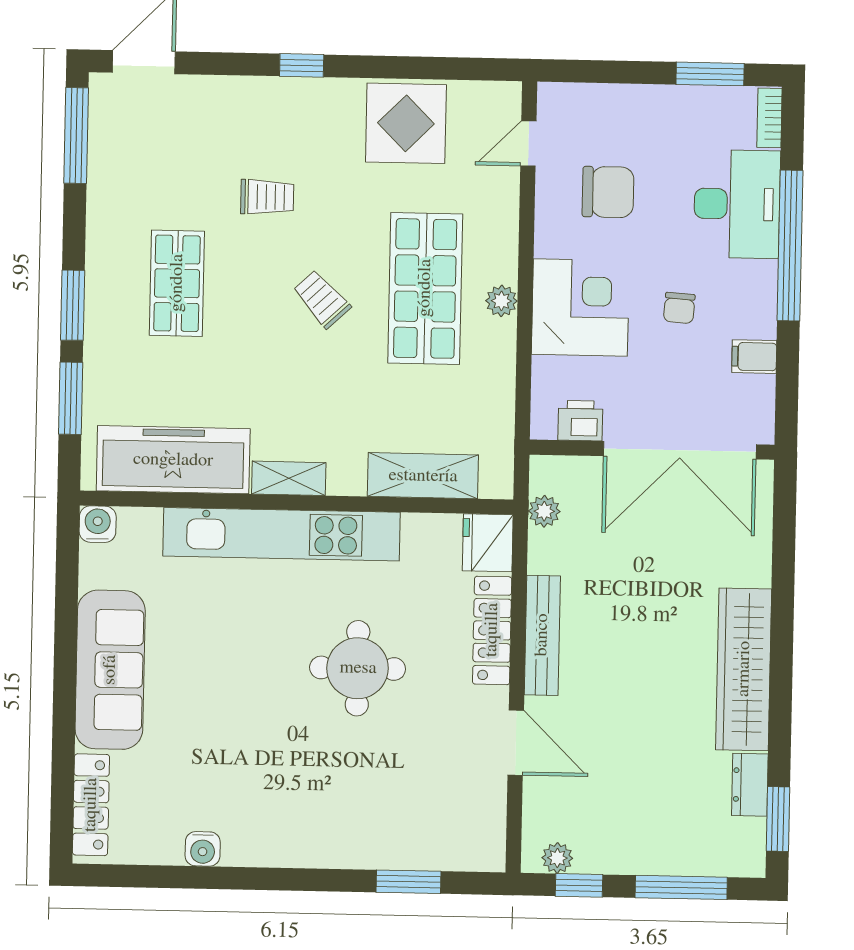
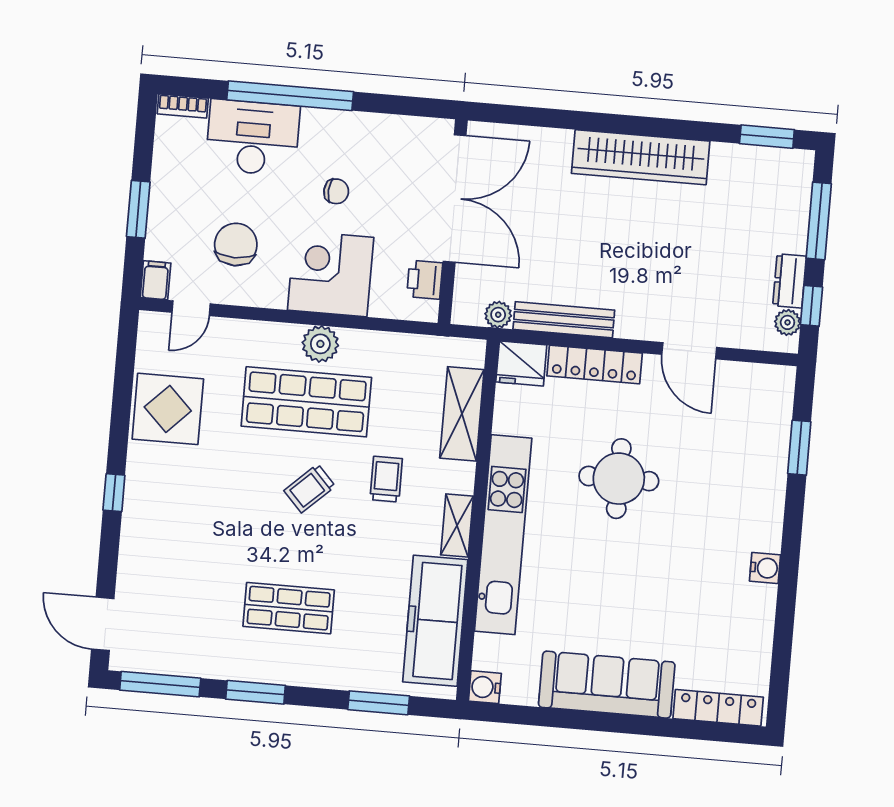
window: (710, 74) -> (138, 209), moved
door: (528, 144) -> (191, 308), hinge flipped
trolley: (267, 197) -> (386, 479), moved
plant: (501, 301) -> (320, 344), width x1.38, depth x1.38
window: (73, 305) -> (256, 692), moved
filing cabinet: (754, 357) -> (156, 280), moved, turned 180
bench: (542, 635) -> (564, 320), moved
door: (516, 743) -> (689, 351), swing flipped
dresser: (750, 785) -> (789, 281), moved, turned 90
water cooler: (203, 849) -> (765, 568), moved

